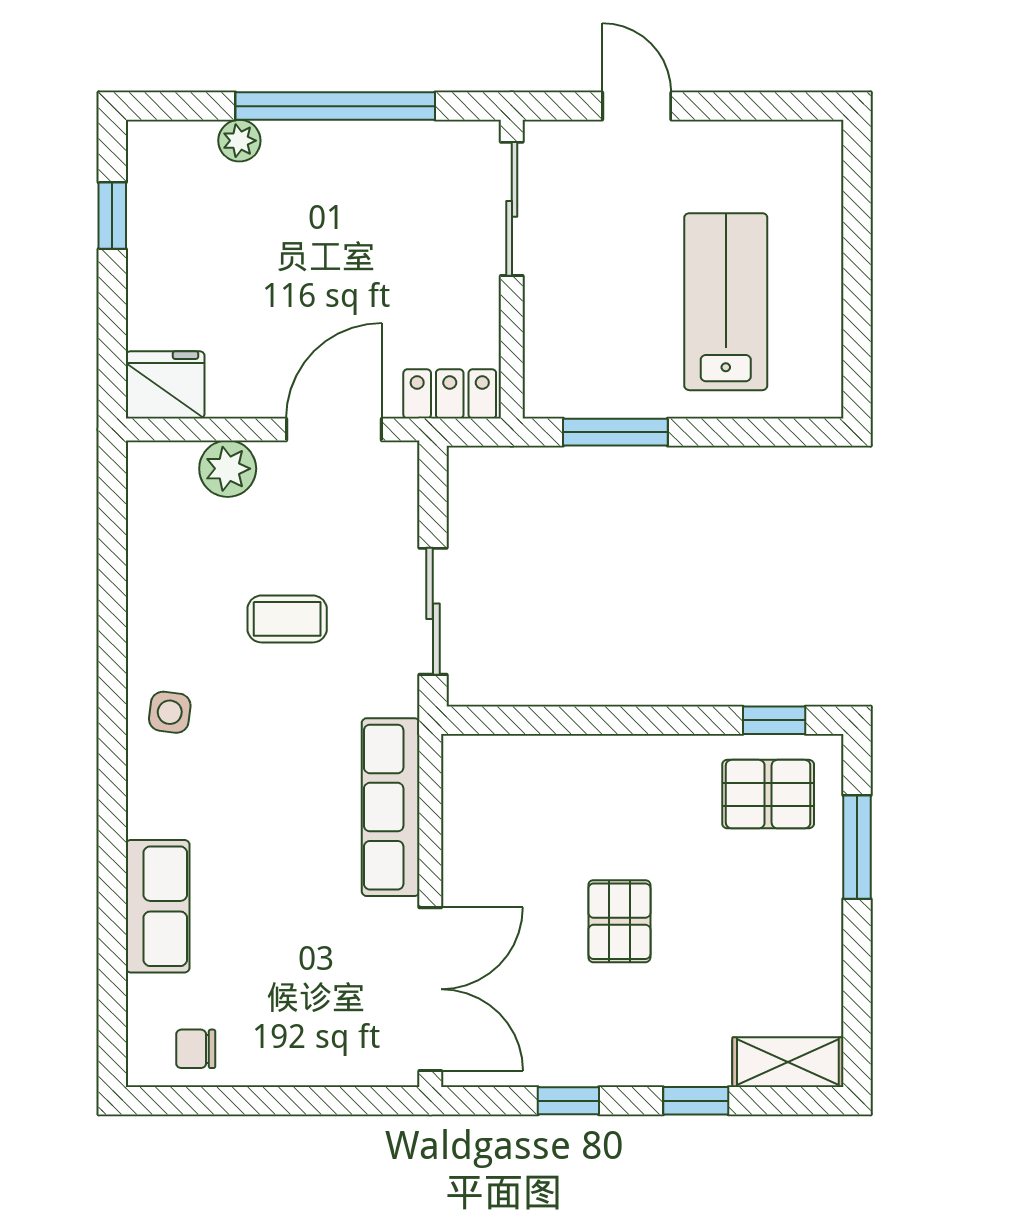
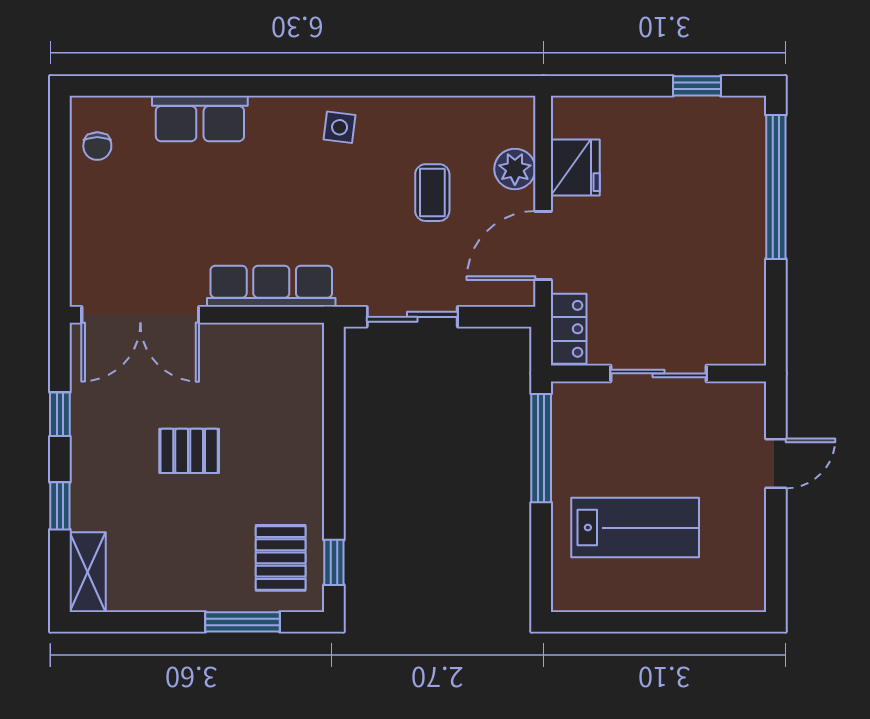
window: (335, 106) -> (776, 187), moved
plant: (239, 141) -> (751, 177), removed
sliding door: (512, 209) -> (659, 373), moved
fridge: (165, 385) -> (575, 168), moved
door: (334, 429) -> (543, 246), swing flipped
window: (615, 432) -> (541, 448), width x1.44
coffee table: (287, 619) -> (432, 193), moved
chair: (196, 1049) -> (97, 146), turned 180

